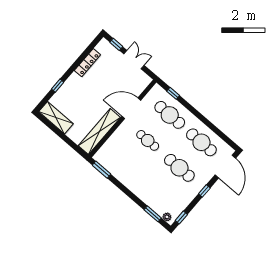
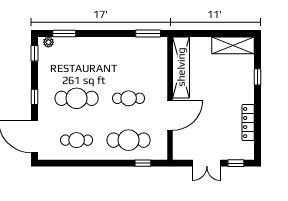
cafe table: (201, 142) -> (77, 140), width x0.73, depth x0.74

